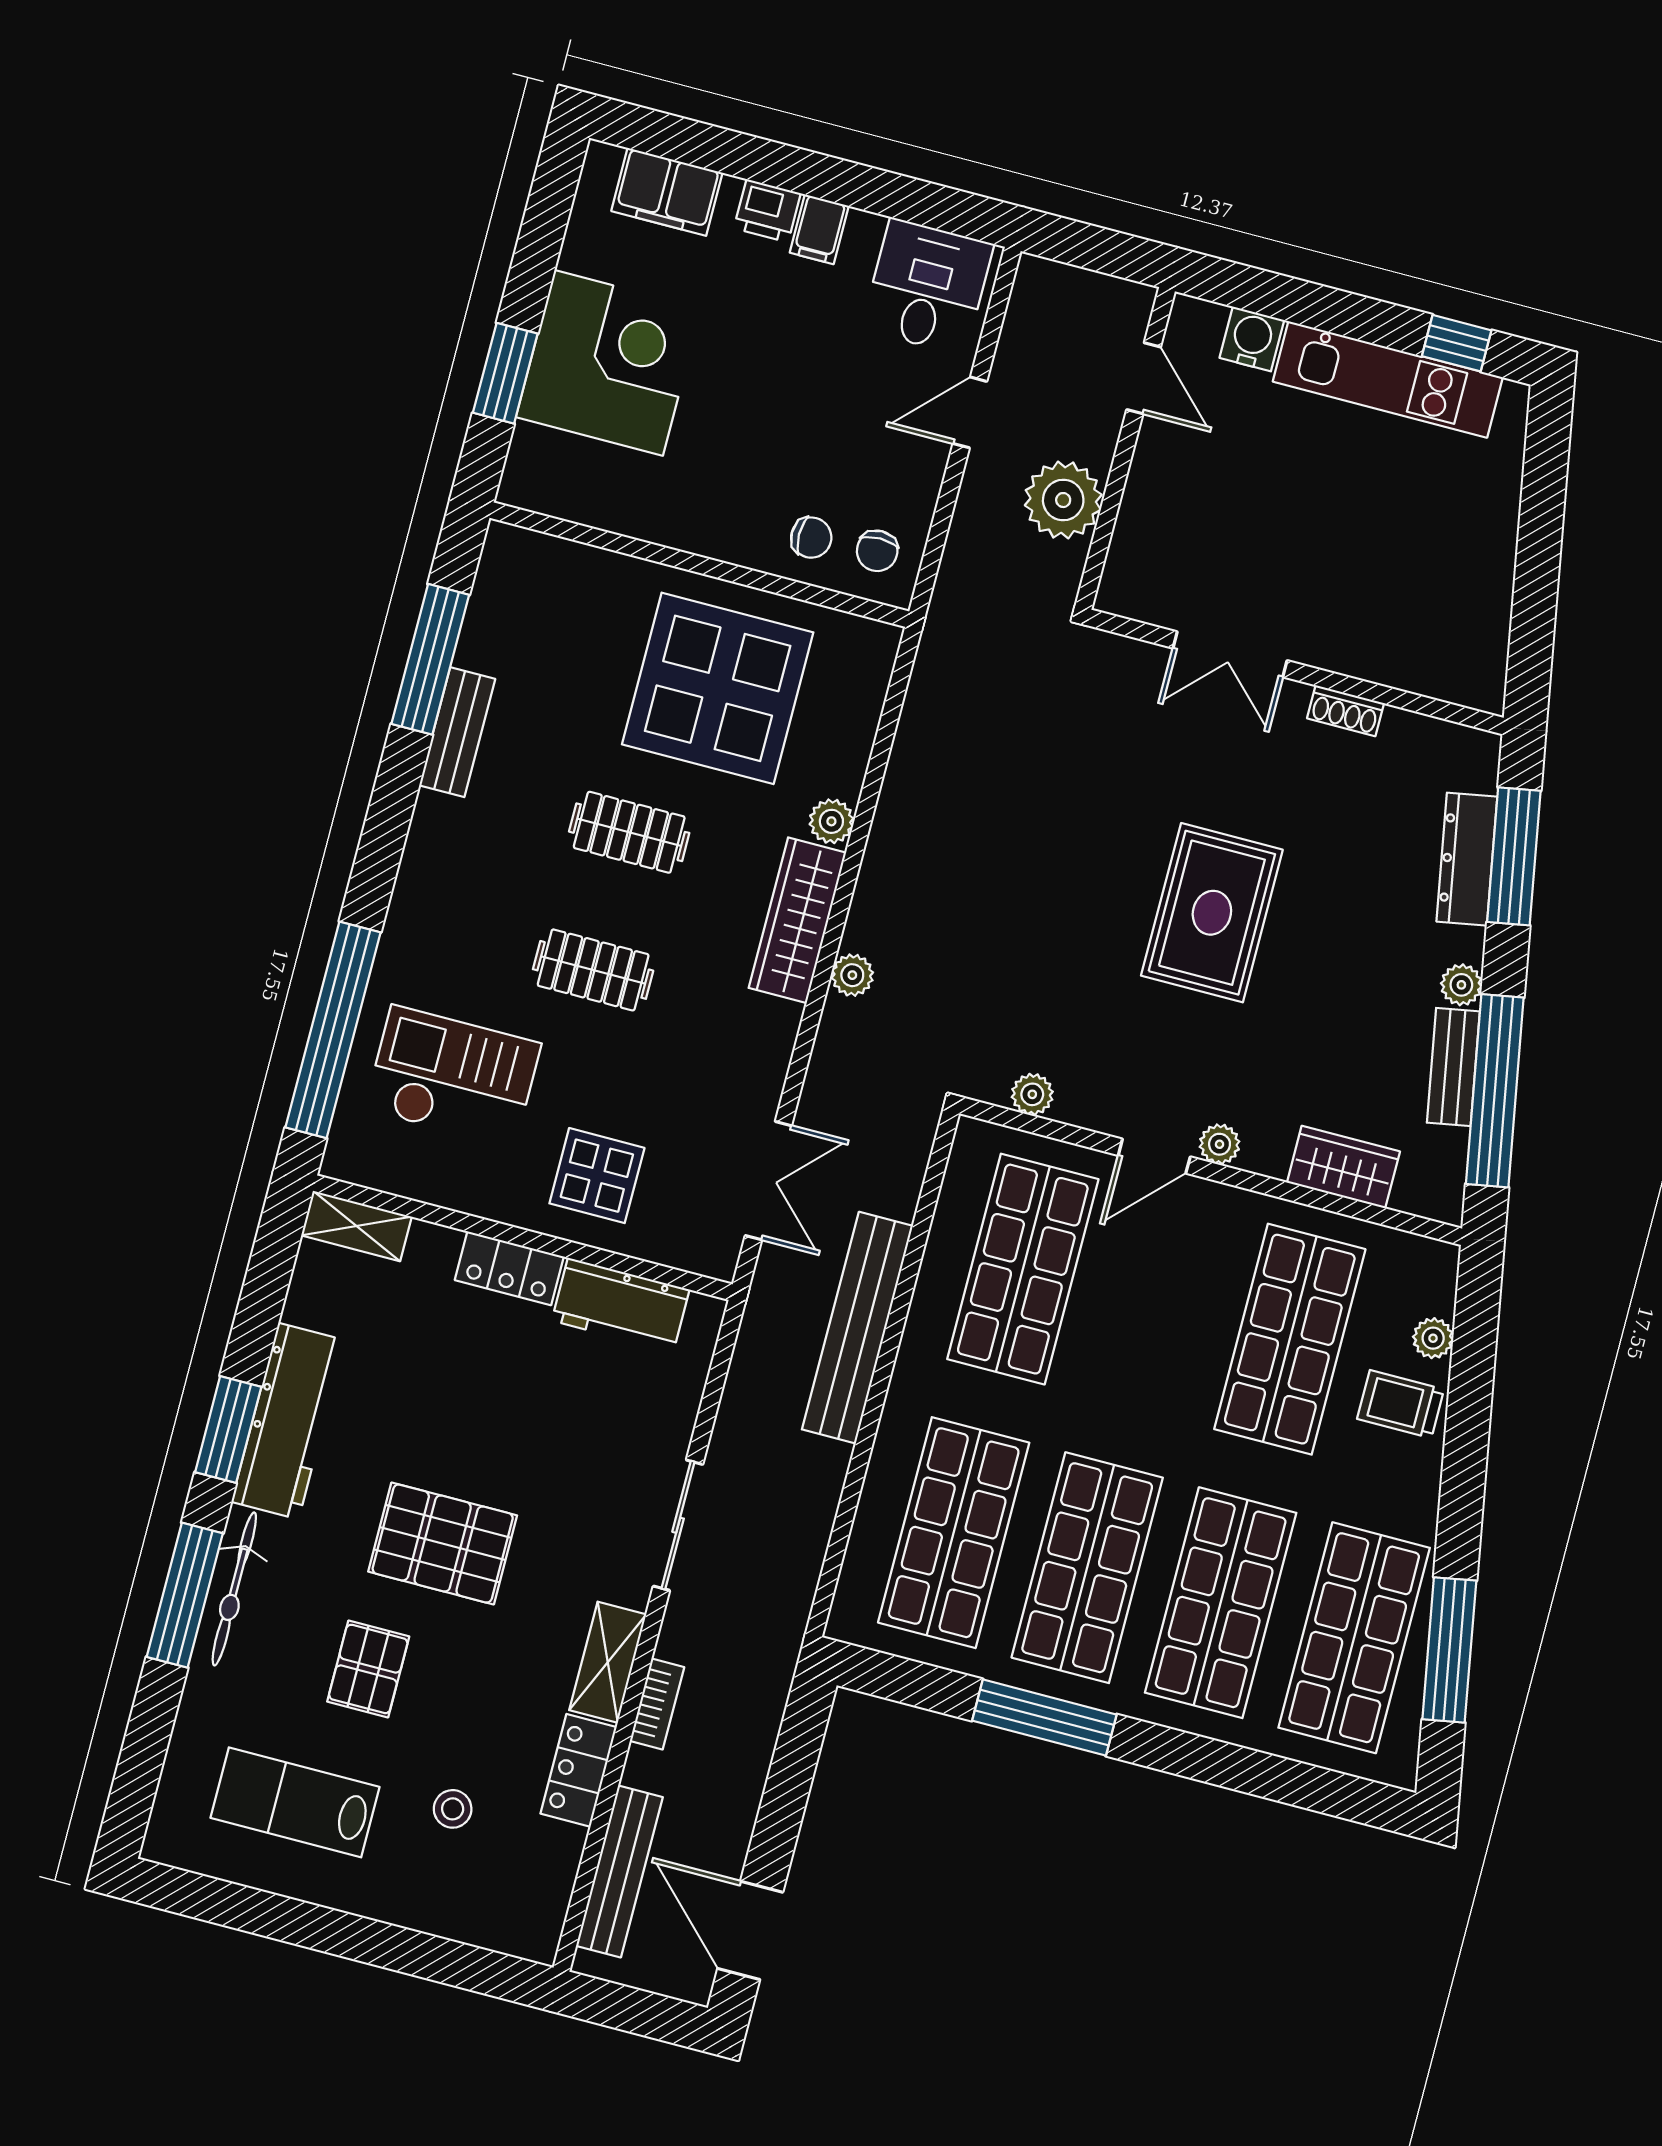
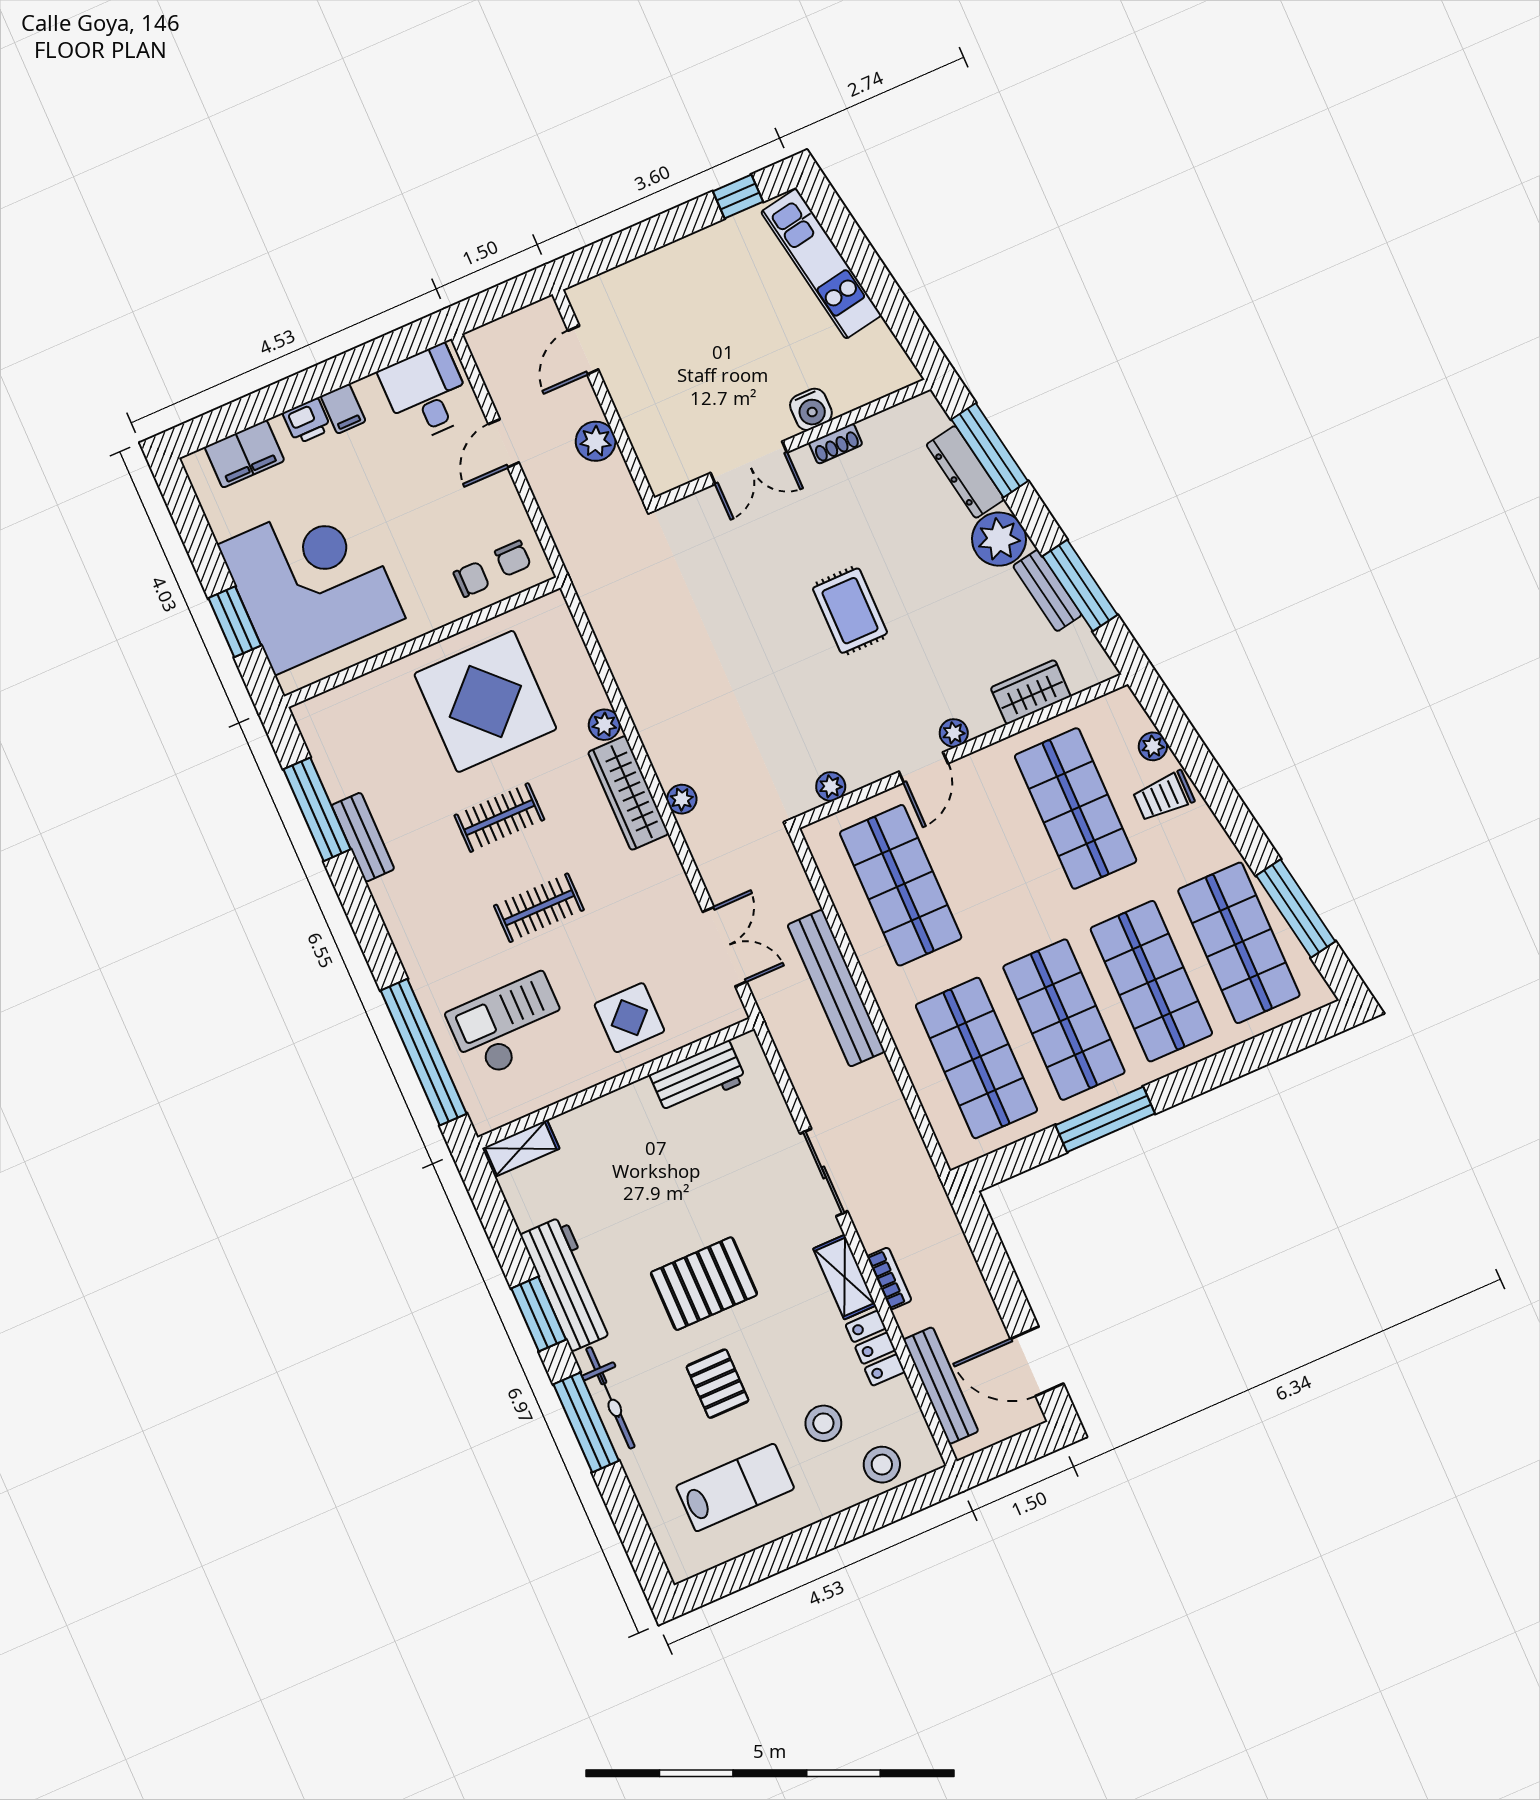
water cooler: (1252, 339) -> (811, 409), moved, turned 180
corner desk: (609, 363) -> (311, 582), width x1.36, depth x1.36
door: (1144, 378) -> (583, 350), swing flipped
kitchen unit: (1388, 379) -> (821, 264), moved, turned 80
plant: (1063, 500) -> (596, 441), width x0.73, depth x0.73
rug: (1212, 913) -> (850, 611), width x0.73, depth x0.70
plant: (1461, 985) -> (999, 539), width x1.88, depth x1.88
window: (1495, 1091) -> (1080, 586), width x0.68
locker: (509, 1268) -> (622, 1106), removed
lab bench: (295, 1802) -> (735, 1488), turned 180
stool: (453, 1809) -> (823, 1423), width x1.37, depth x1.37
stool: (482, 1908) -> (882, 1465), added

